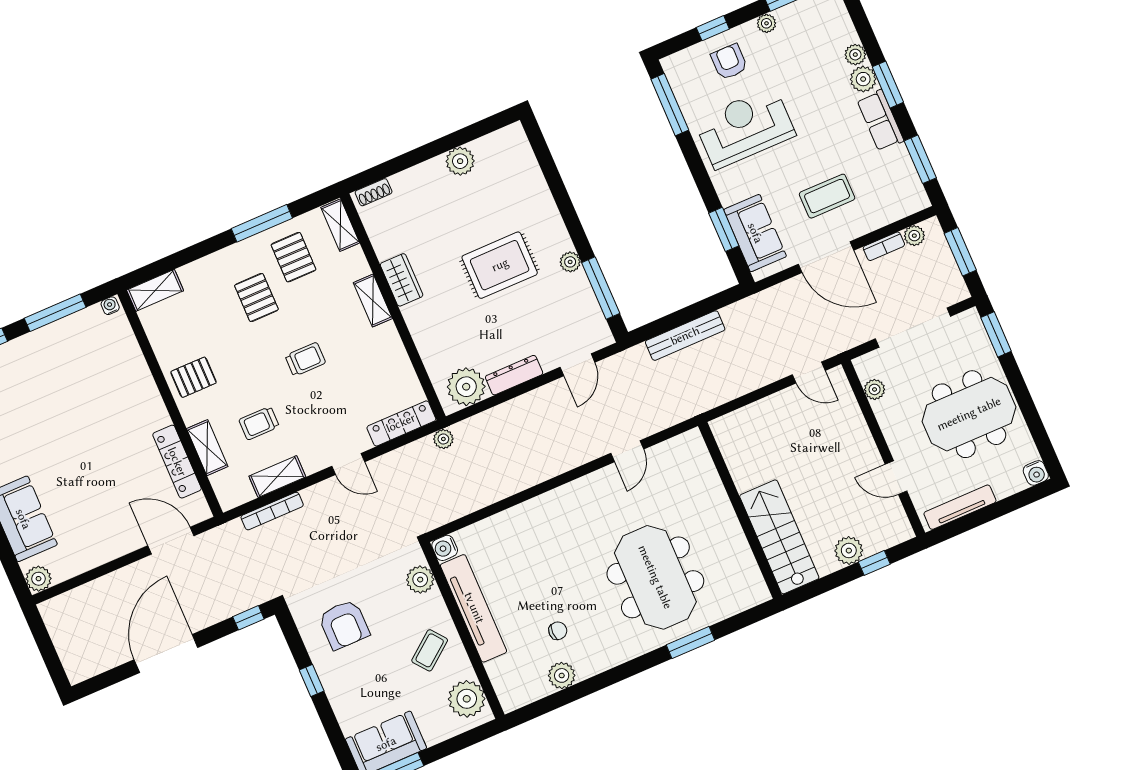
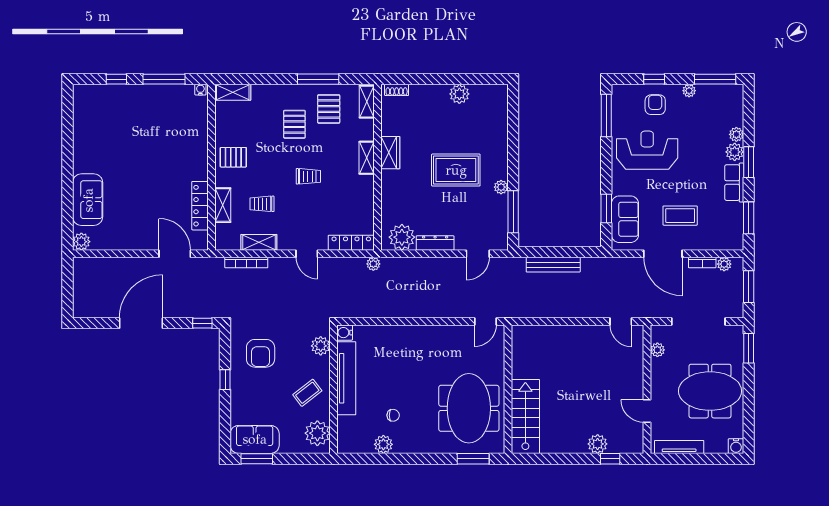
wall: (740, 510) -> (508, 389), moved
stairs: (779, 537) -> (525, 416), moved

